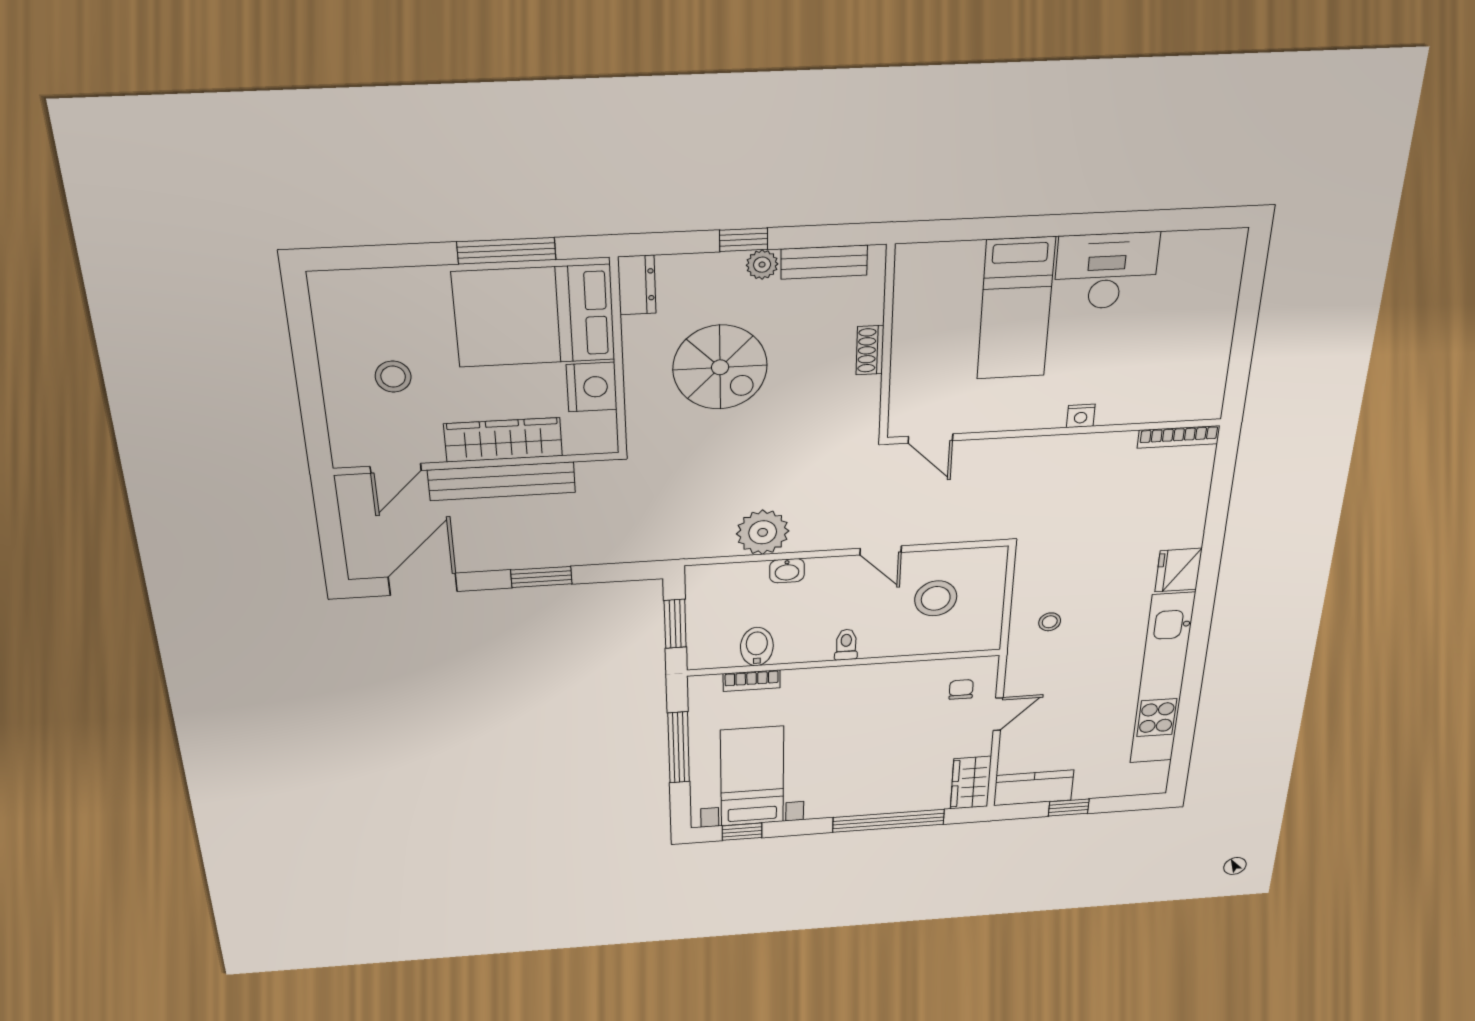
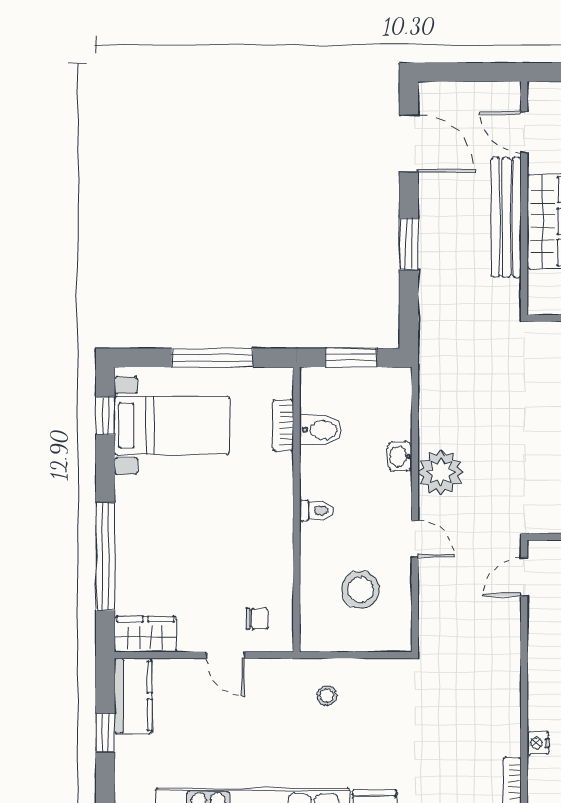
nightstand: (1081, 416) -> (538, 743), moved
plant: (763, 532) -> (441, 472), moved
door: (881, 550) -> (415, 538), swing flipped

